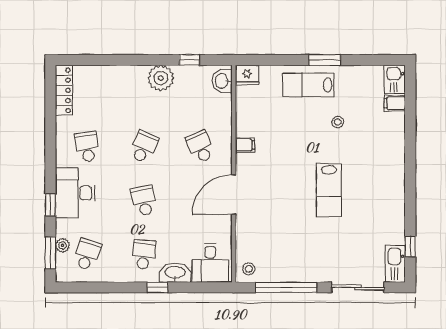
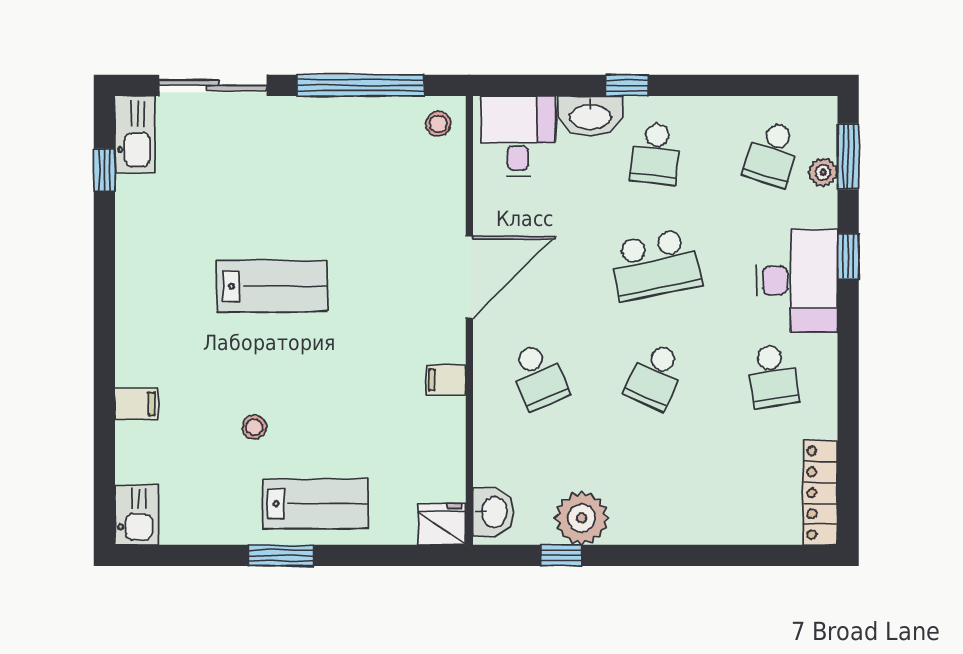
plant: (161, 78) -> (581, 518), moved
filing cabinet: (395, 103) -> (137, 404), moved
lab bench: (329, 190) -> (272, 286), turned 90
school desk: (144, 201) -> (655, 265), width x1.85

